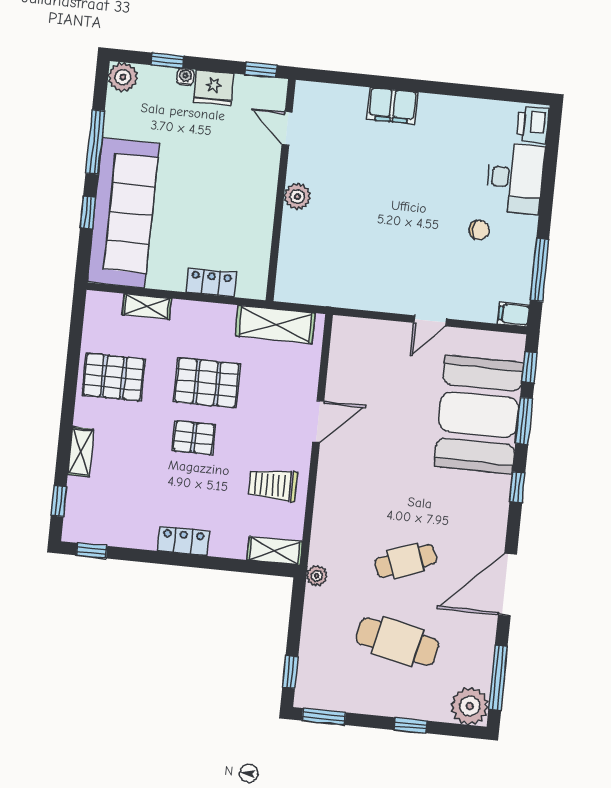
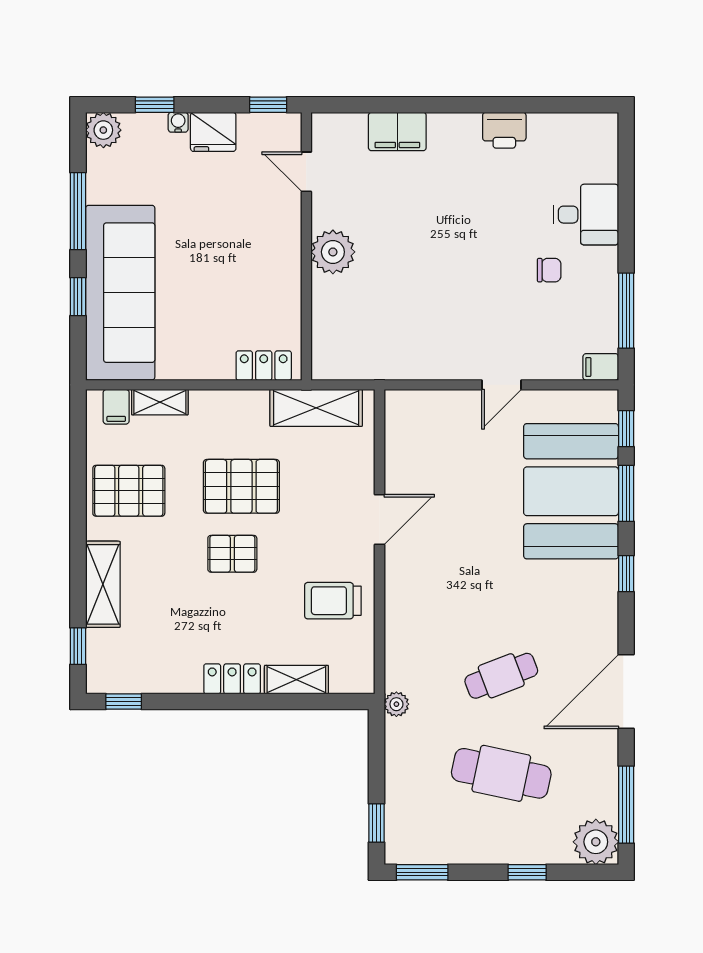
filing cabinet: (392, 106) -> (397, 132), moved
printer: (533, 125) -> (504, 130), moved, turned -90
desk: (515, 178) -> (586, 215), width x0.73
plant: (297, 197) -> (333, 252), width x1.36, depth x1.36
locker: (211, 282) -> (264, 366), moved
filing cabinet: (110, 307) -> (116, 407), added
shelving: (81, 452) -> (103, 584), width x1.50, depth x1.33
shelving: (275, 551) -> (296, 680), moved

